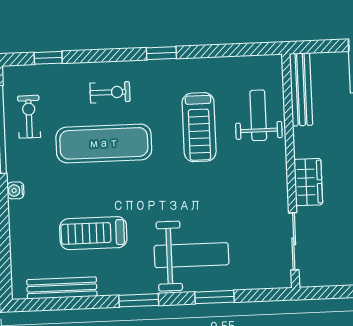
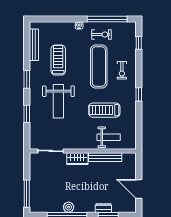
bench: (301, 89) -> (105, 157), moved
exercise bike: (29, 117) -> (101, 35), moved
weight bench: (192, 255) -> (58, 101), moved

